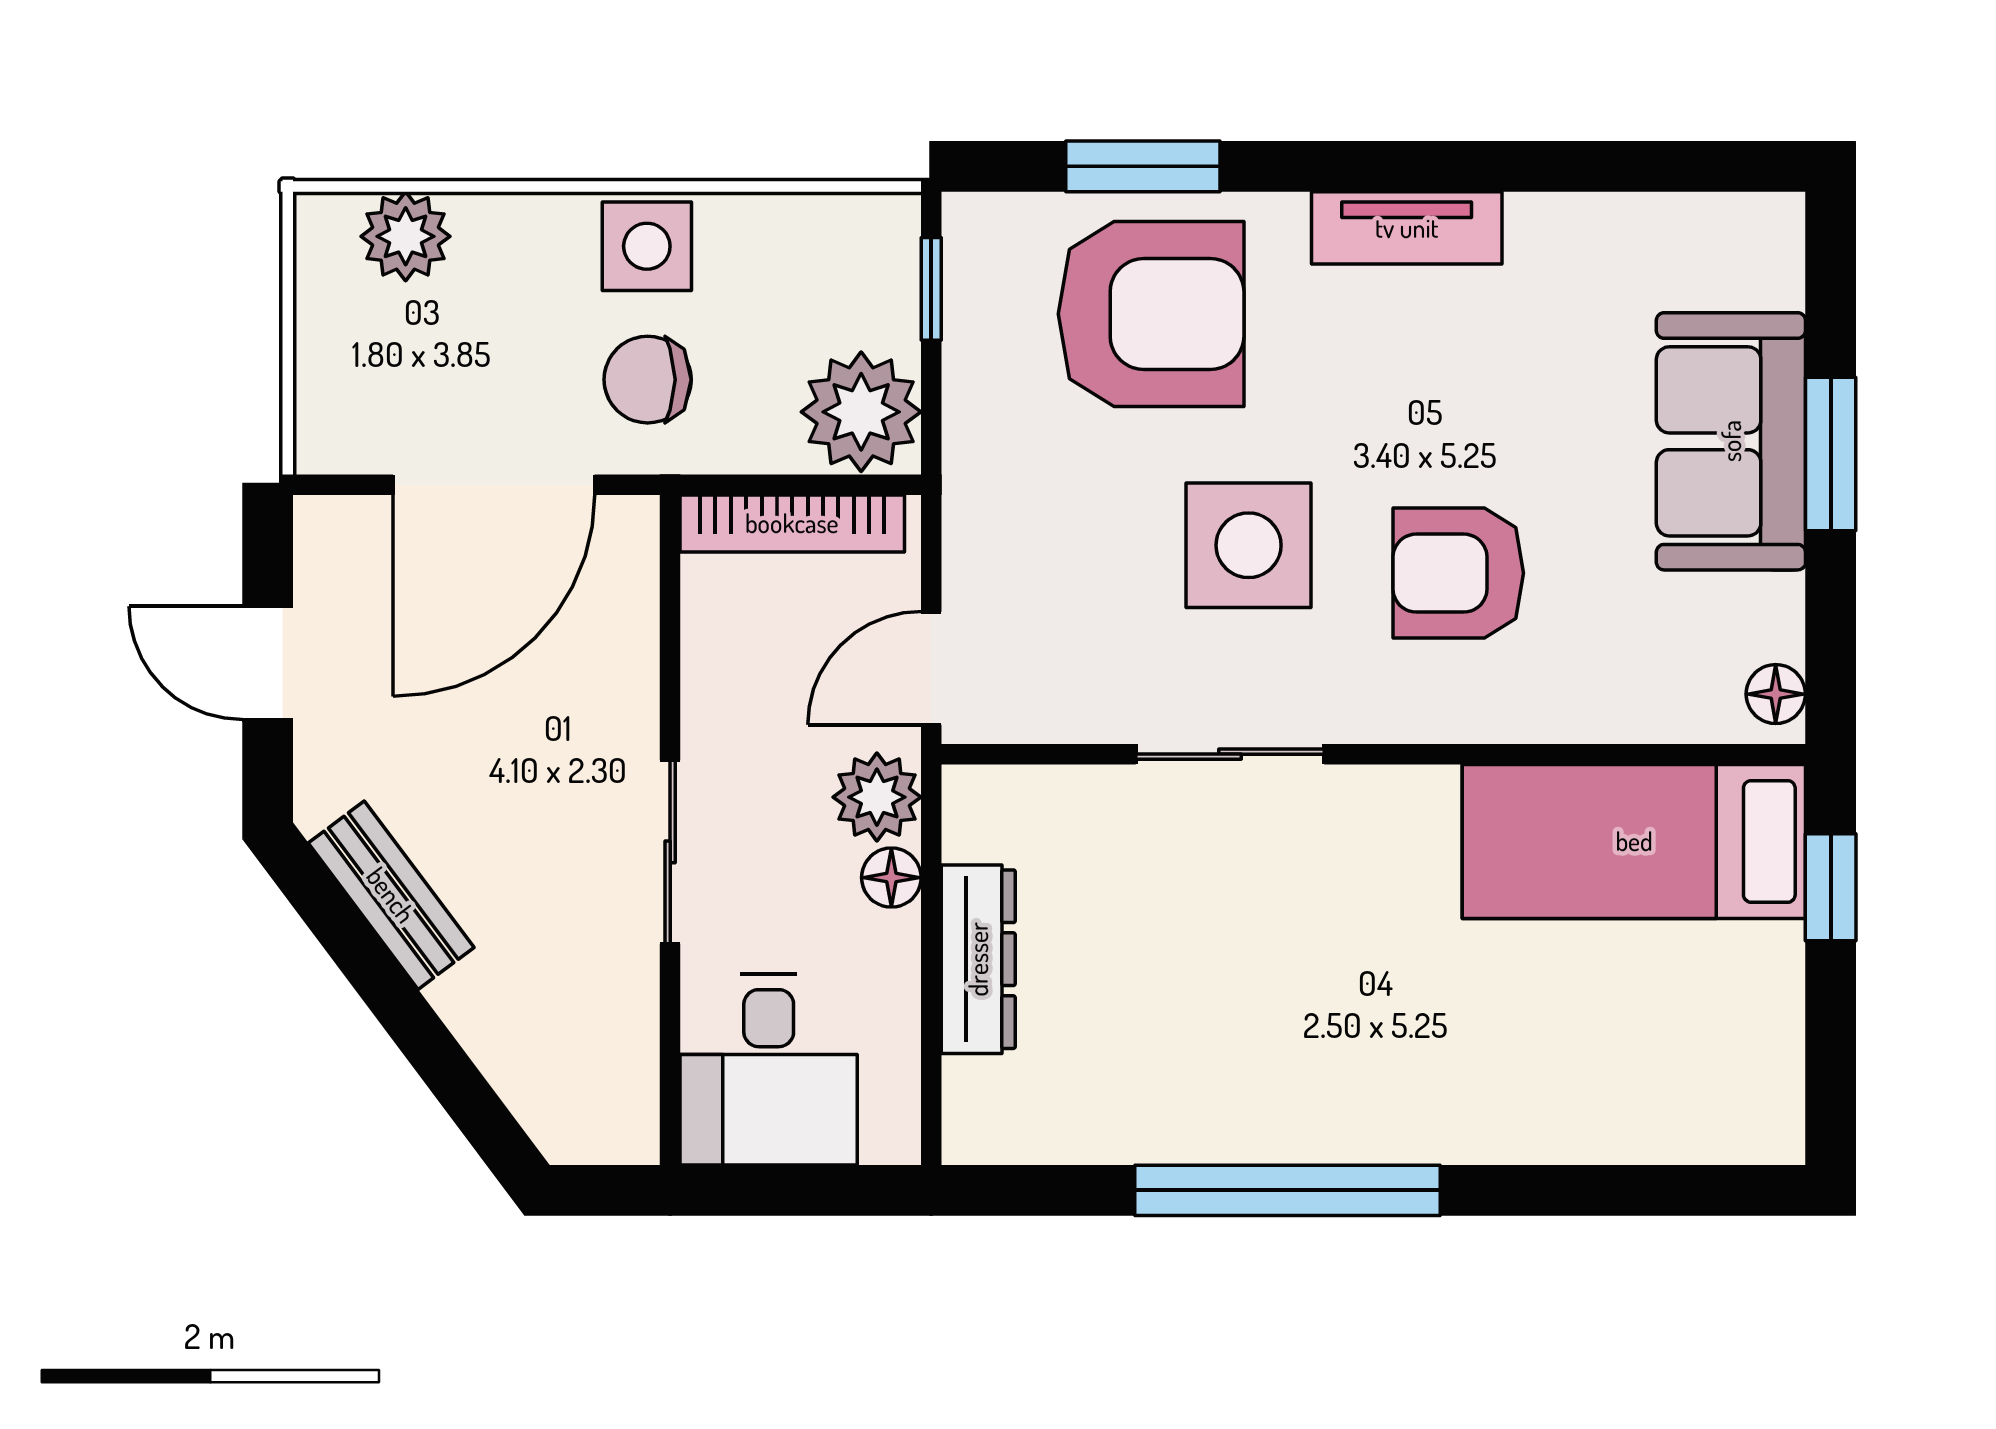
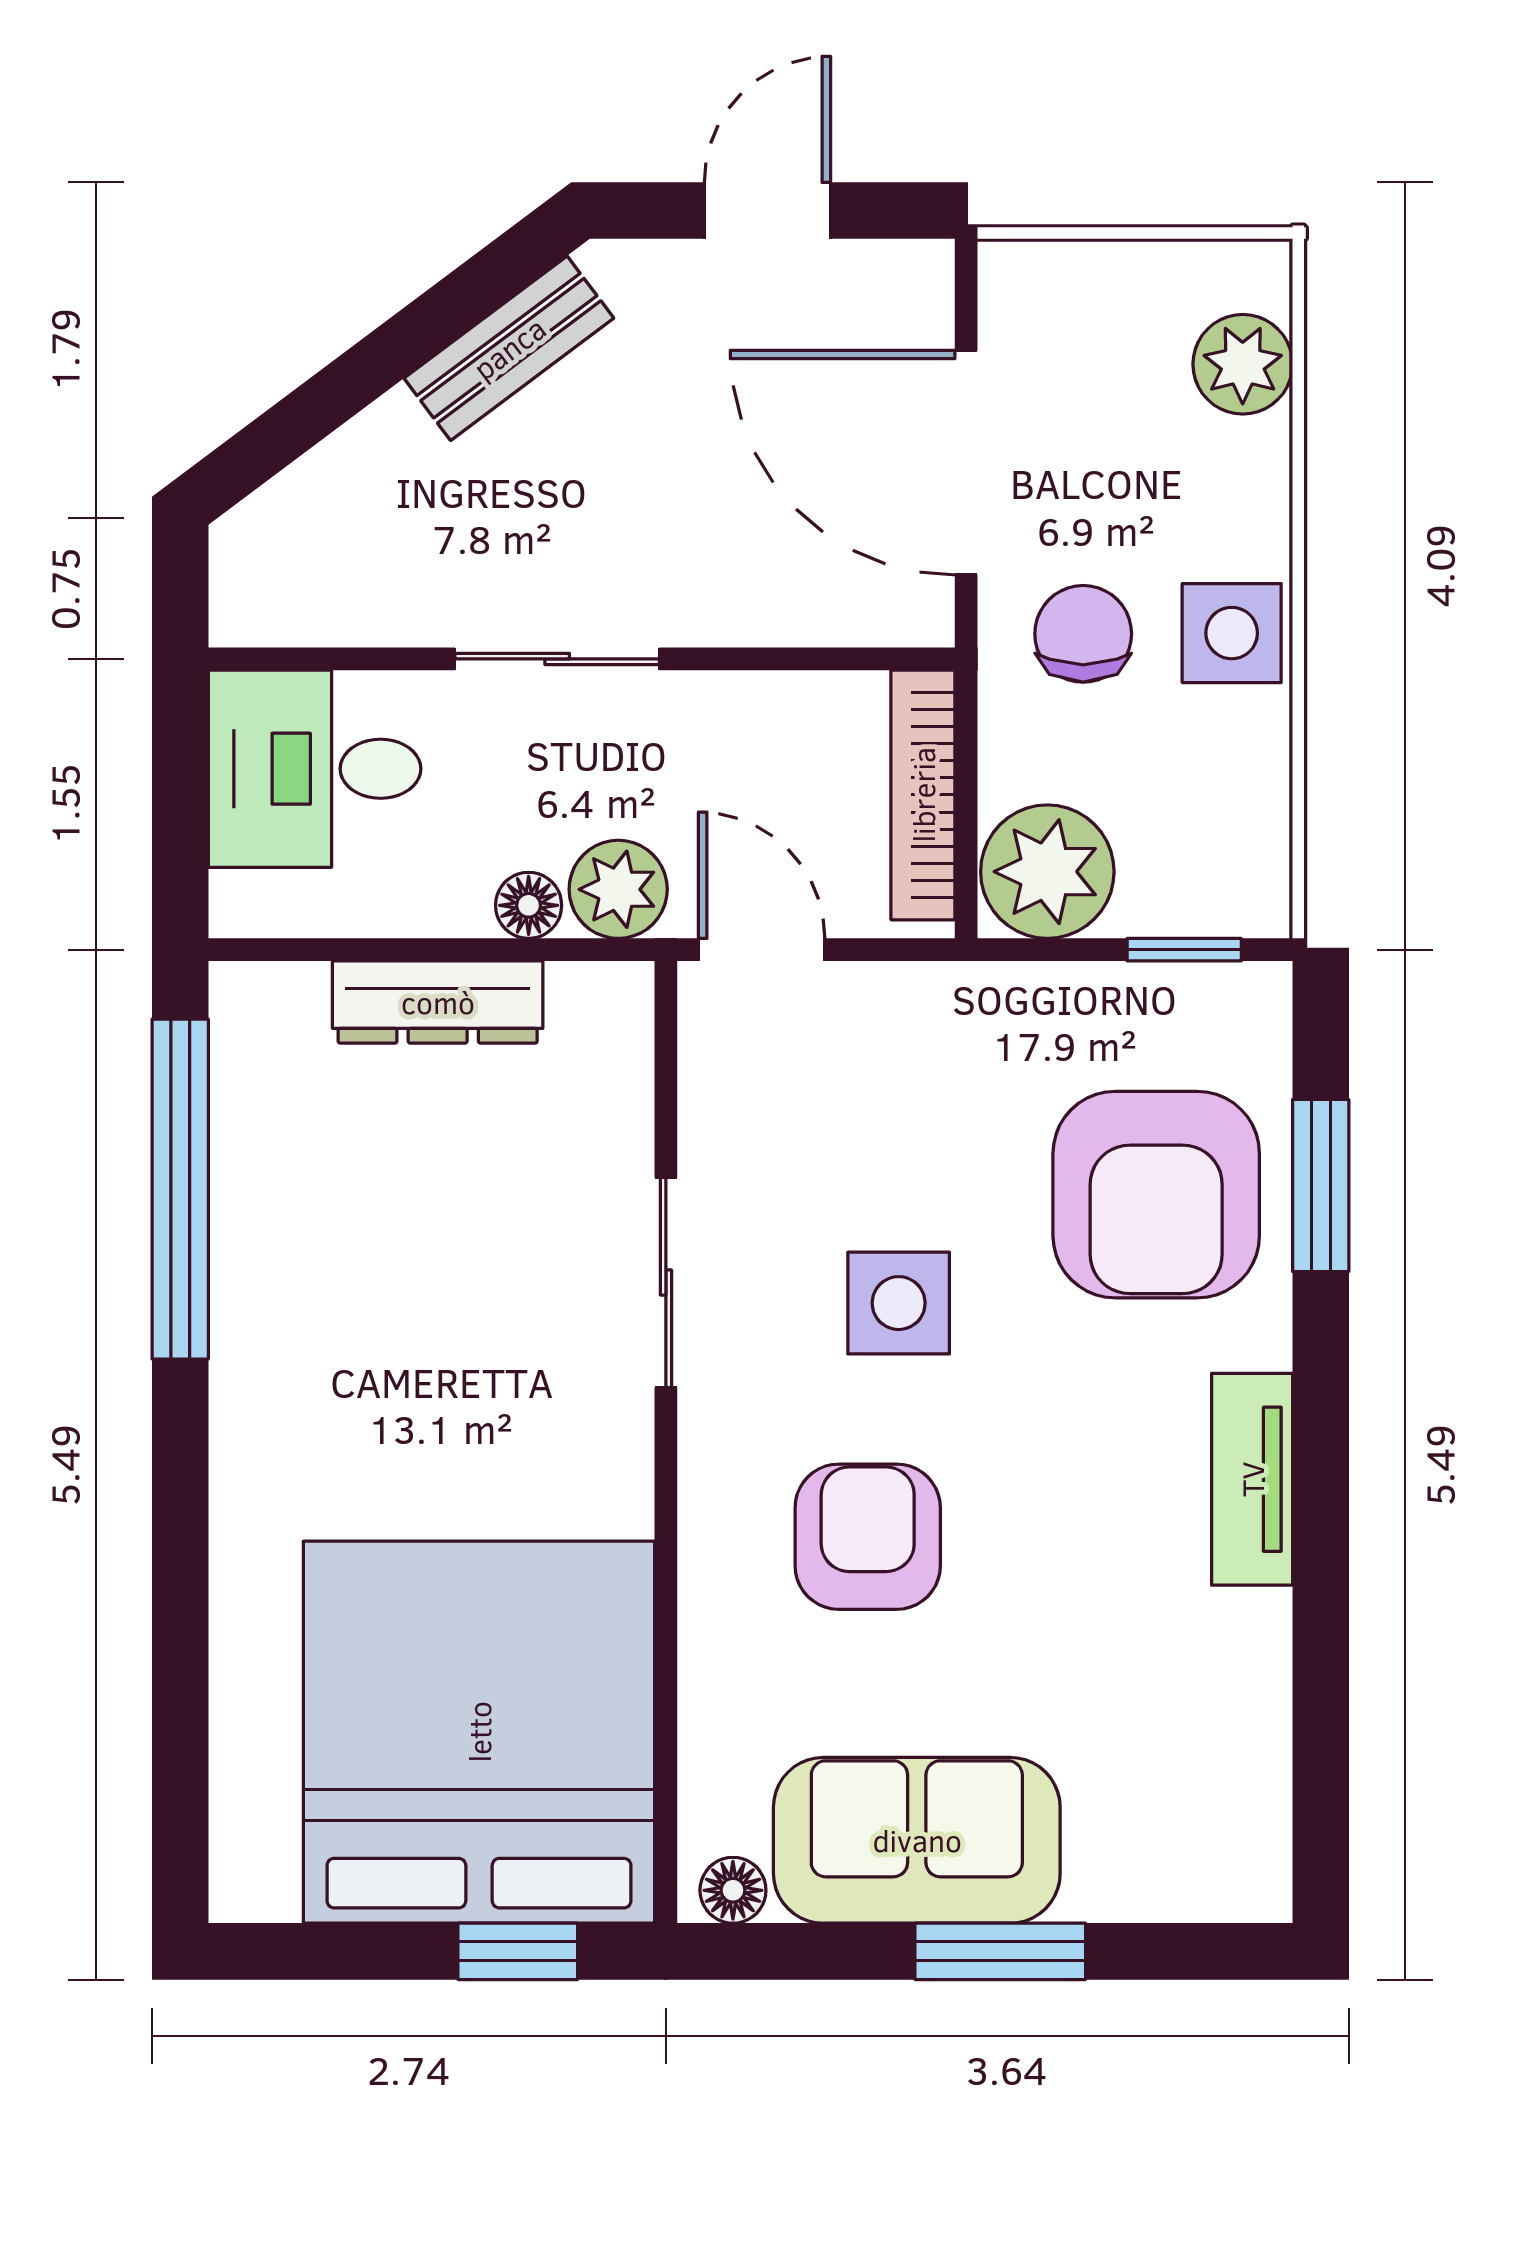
sofa: (1731, 441) -> (917, 1840), moved
side table: (1249, 545) -> (899, 1303), width x0.73, depth x0.73
bed: (1634, 841) -> (479, 1732), width x2.04
window: (1288, 1190) -> (180, 1189), moved

